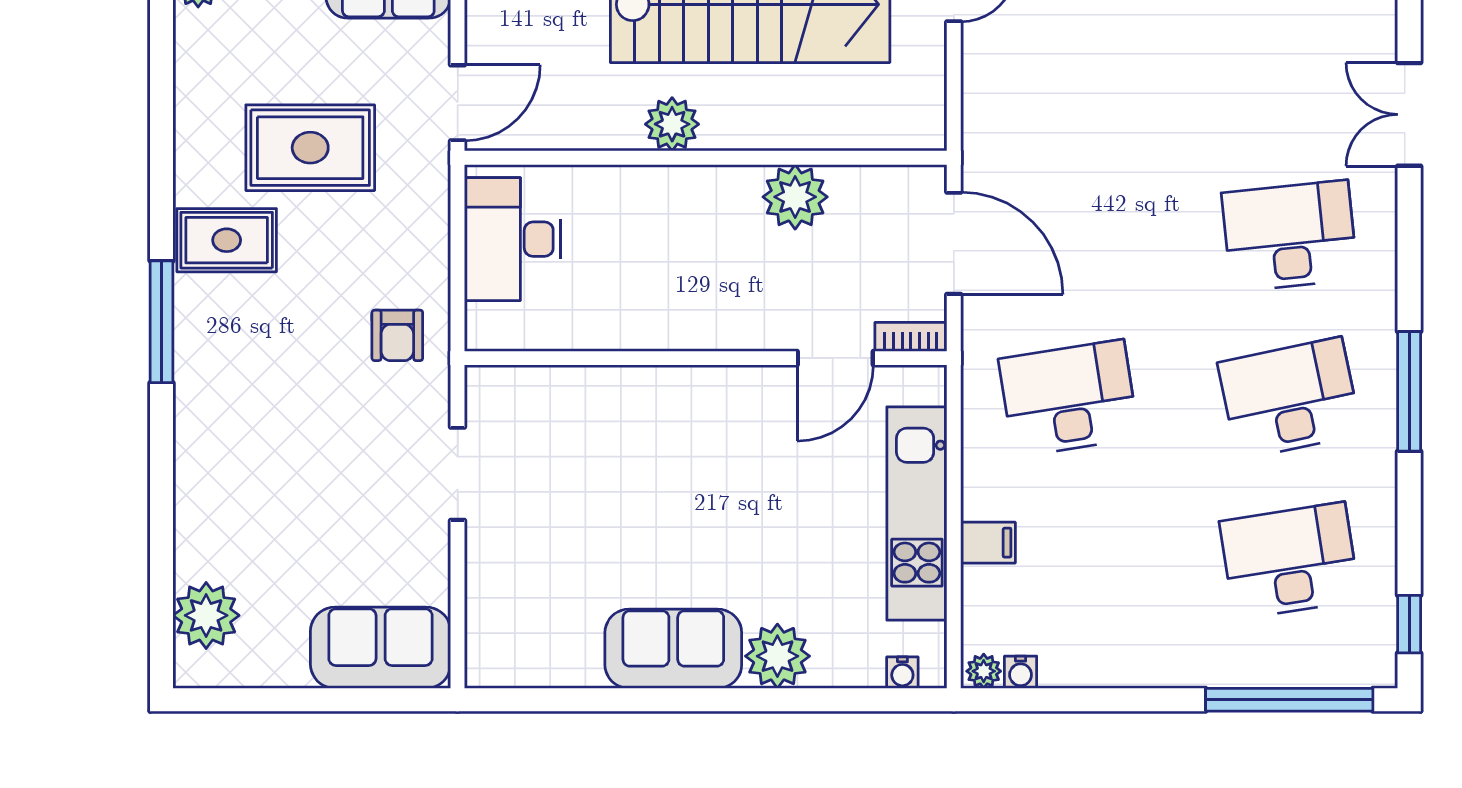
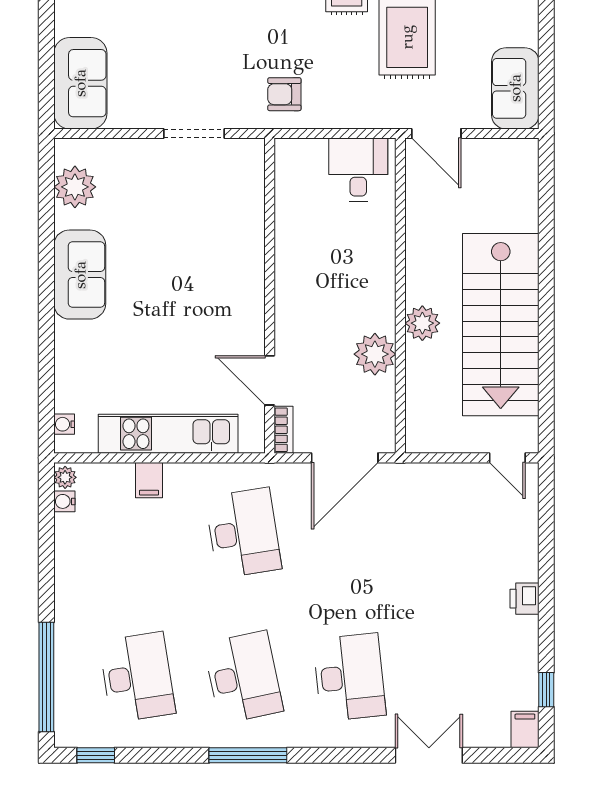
plant: (672, 124) -> (422, 323), moved
desk: (513, 239) -> (358, 170), width x0.73
plant: (777, 656) -> (75, 187), moved

